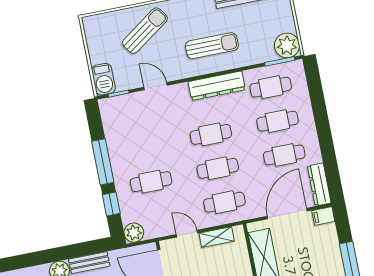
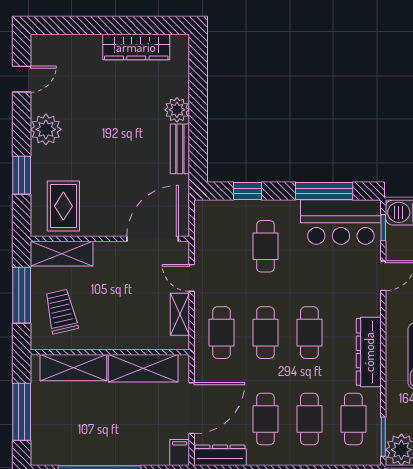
bar counter: (121, 127) -> (341, 222), added
window: (103, 162) -> (324, 191), moved
door: (287, 214) -> (192, 408), hinge flipped
plant: (134, 233) -> (206, 212), removed
door: (187, 234) -> (192, 278), swing flipped

